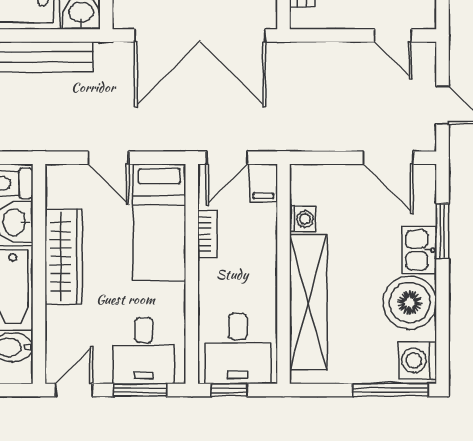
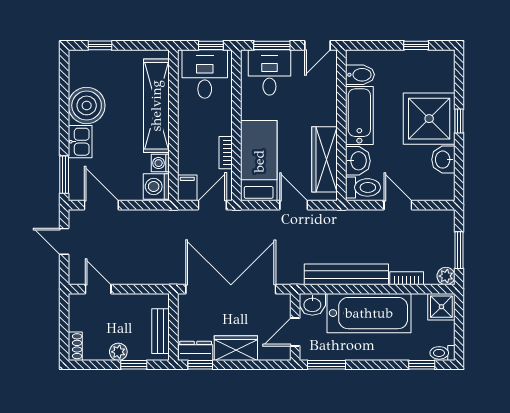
window: (442, 231) -> (64, 175), moved
wardrobe: (64, 256) -> (325, 159), moved
washing machine: (418, 360) -> (156, 187), moved, turned 180
window: (390, 390) -> (100, 45), width x0.46

